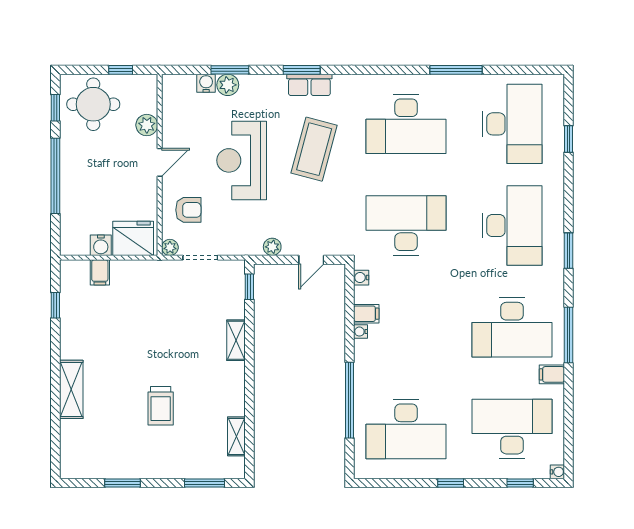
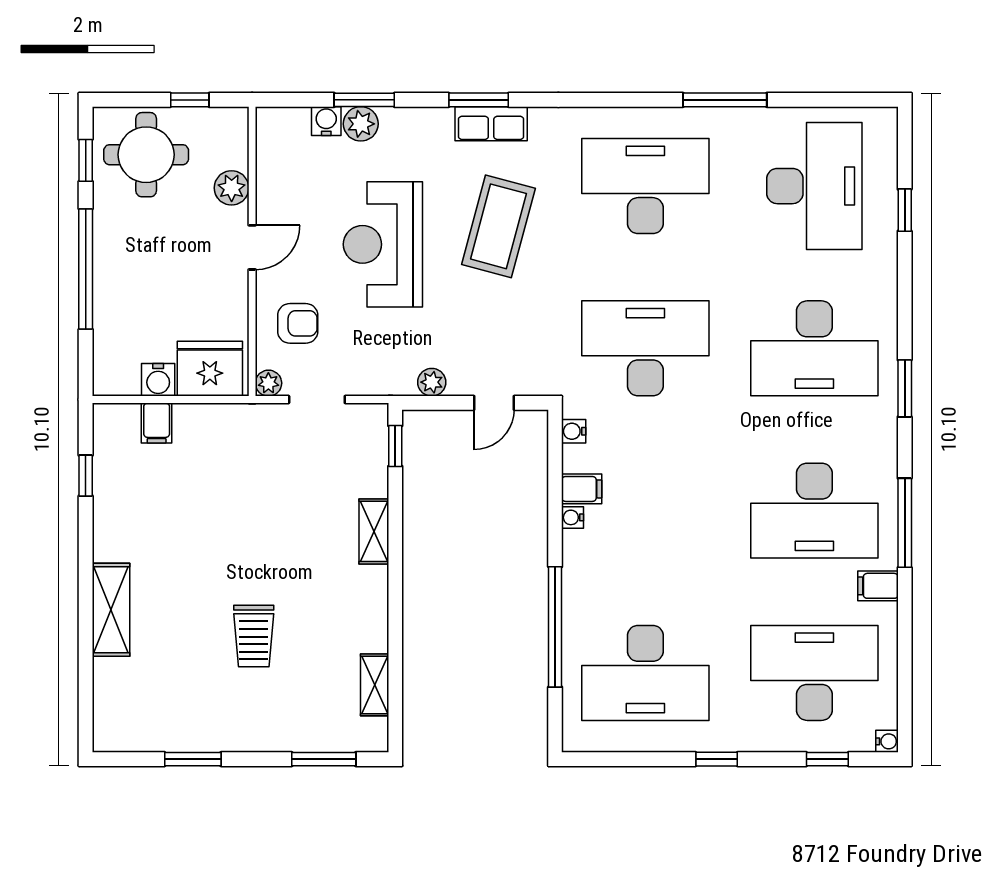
desk: (406, 124) -> (645, 186), turned 180
desk: (512, 226) -> (814, 348), turned 90

